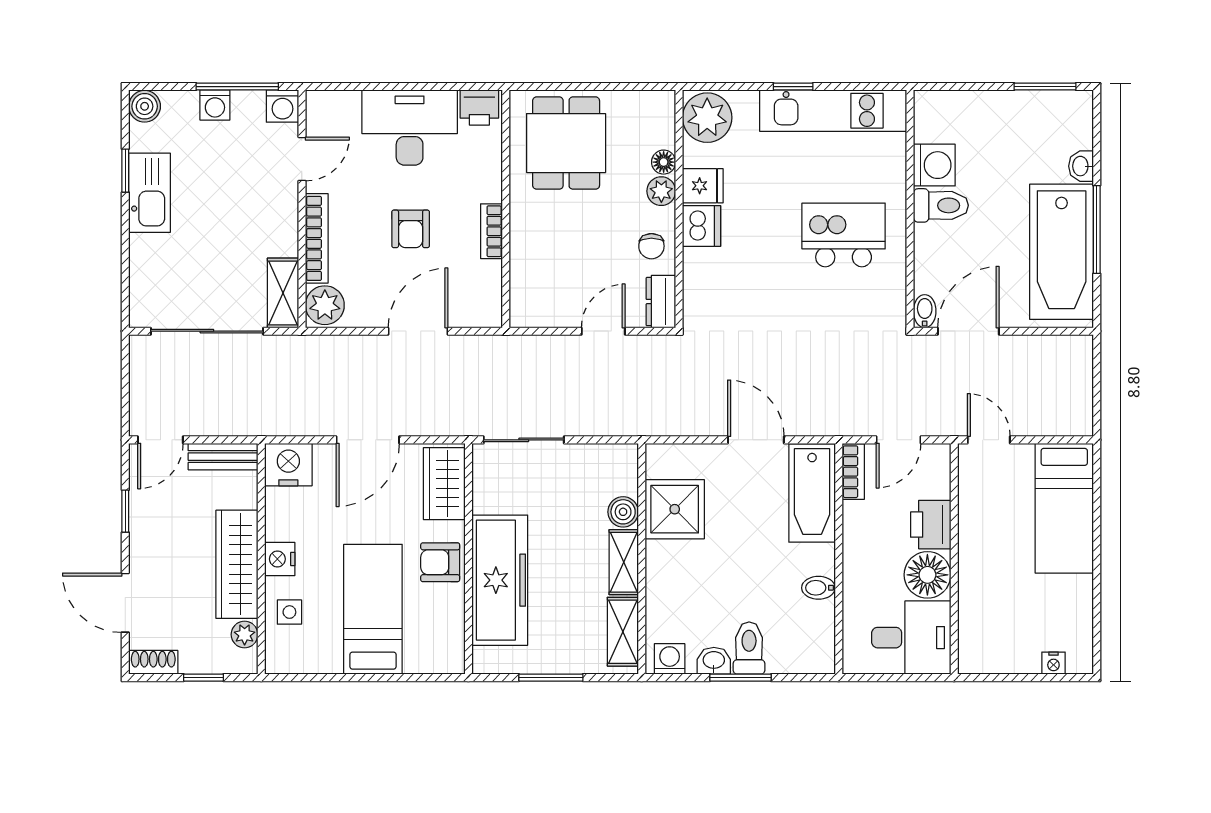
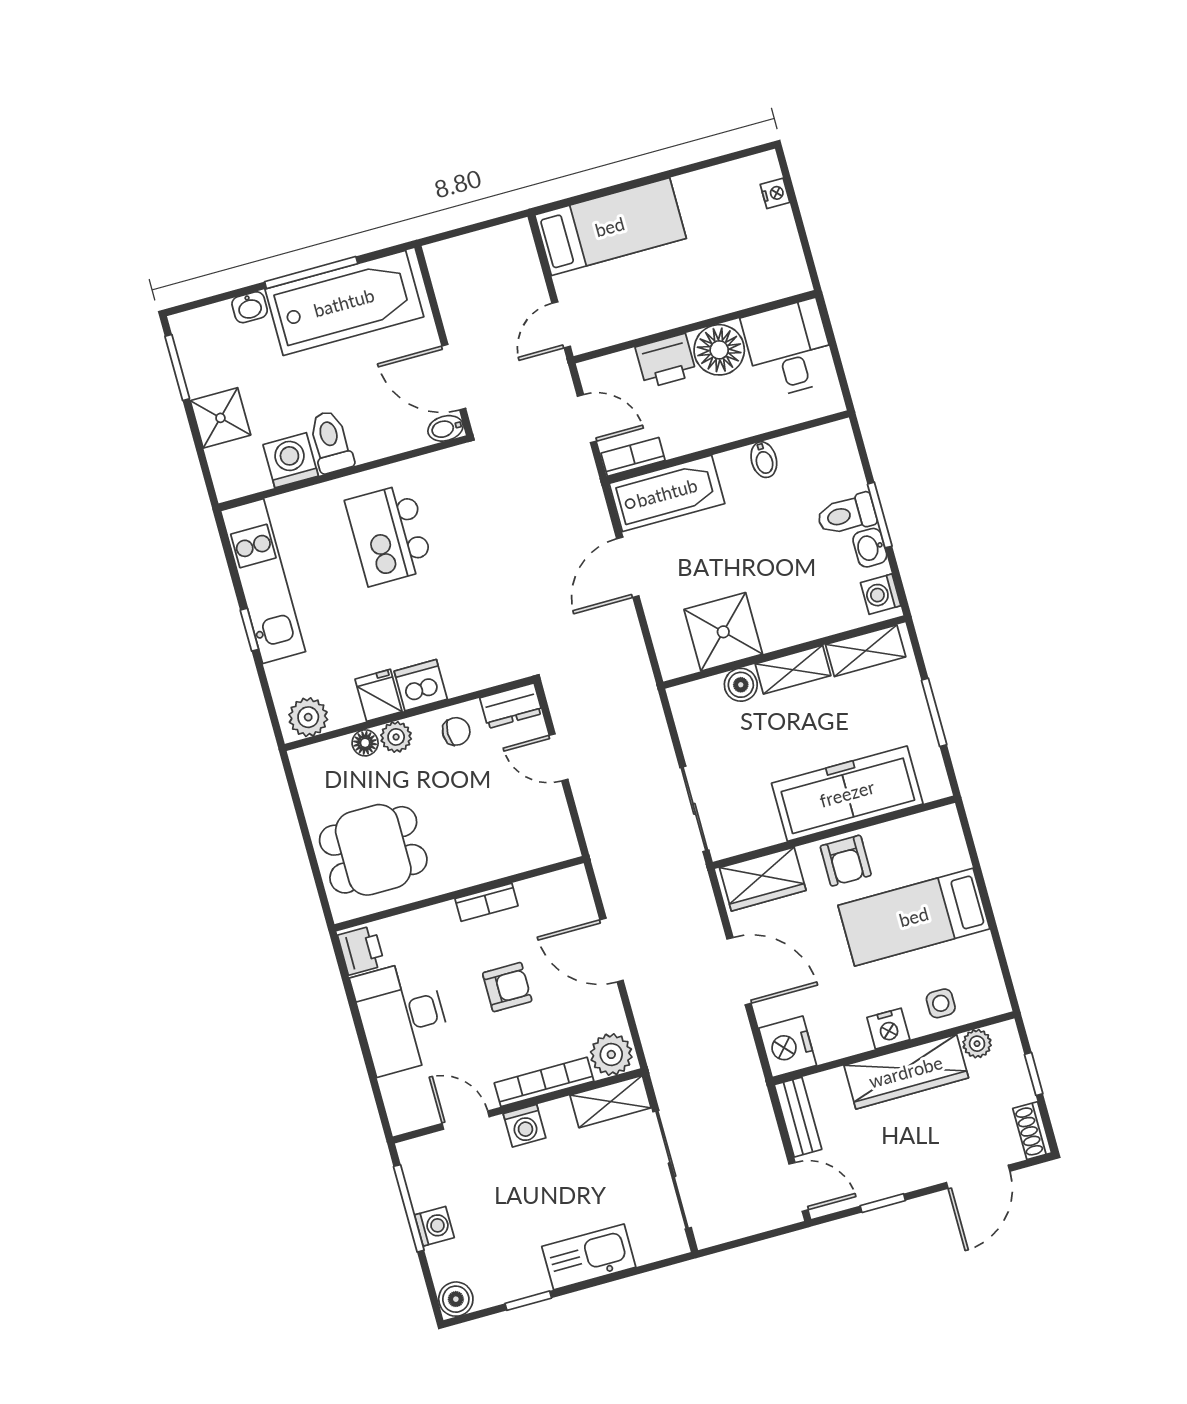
washing machine: (282, 106) -> (525, 1126), moved, turned 90
shower: (989, 113) -> (220, 418), added
plant: (707, 118) -> (308, 717), width x0.73, depth x0.73
kitchen sink: (150, 193) -> (589, 1257), moved

